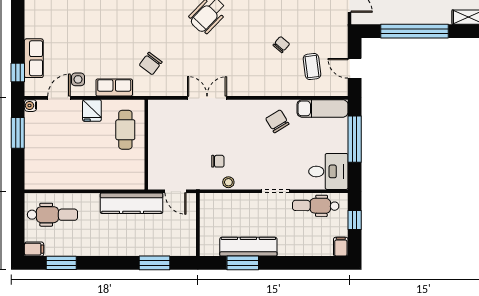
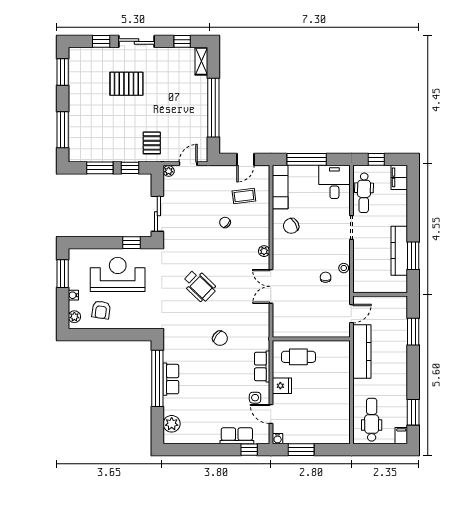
chair: (151, 64) -> (220, 338), moved
plant: (248, 90) -> (264, 251), added
filing cabinet: (341, 247) -> (399, 177), width x2.00

